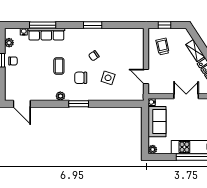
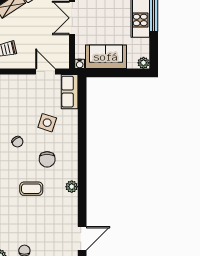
door: (146, 76) -> (45, 72), swing flipped
row of seats: (131, 94) -> (70, 92), added
window: (79, 104) -> (82, 162), removed

